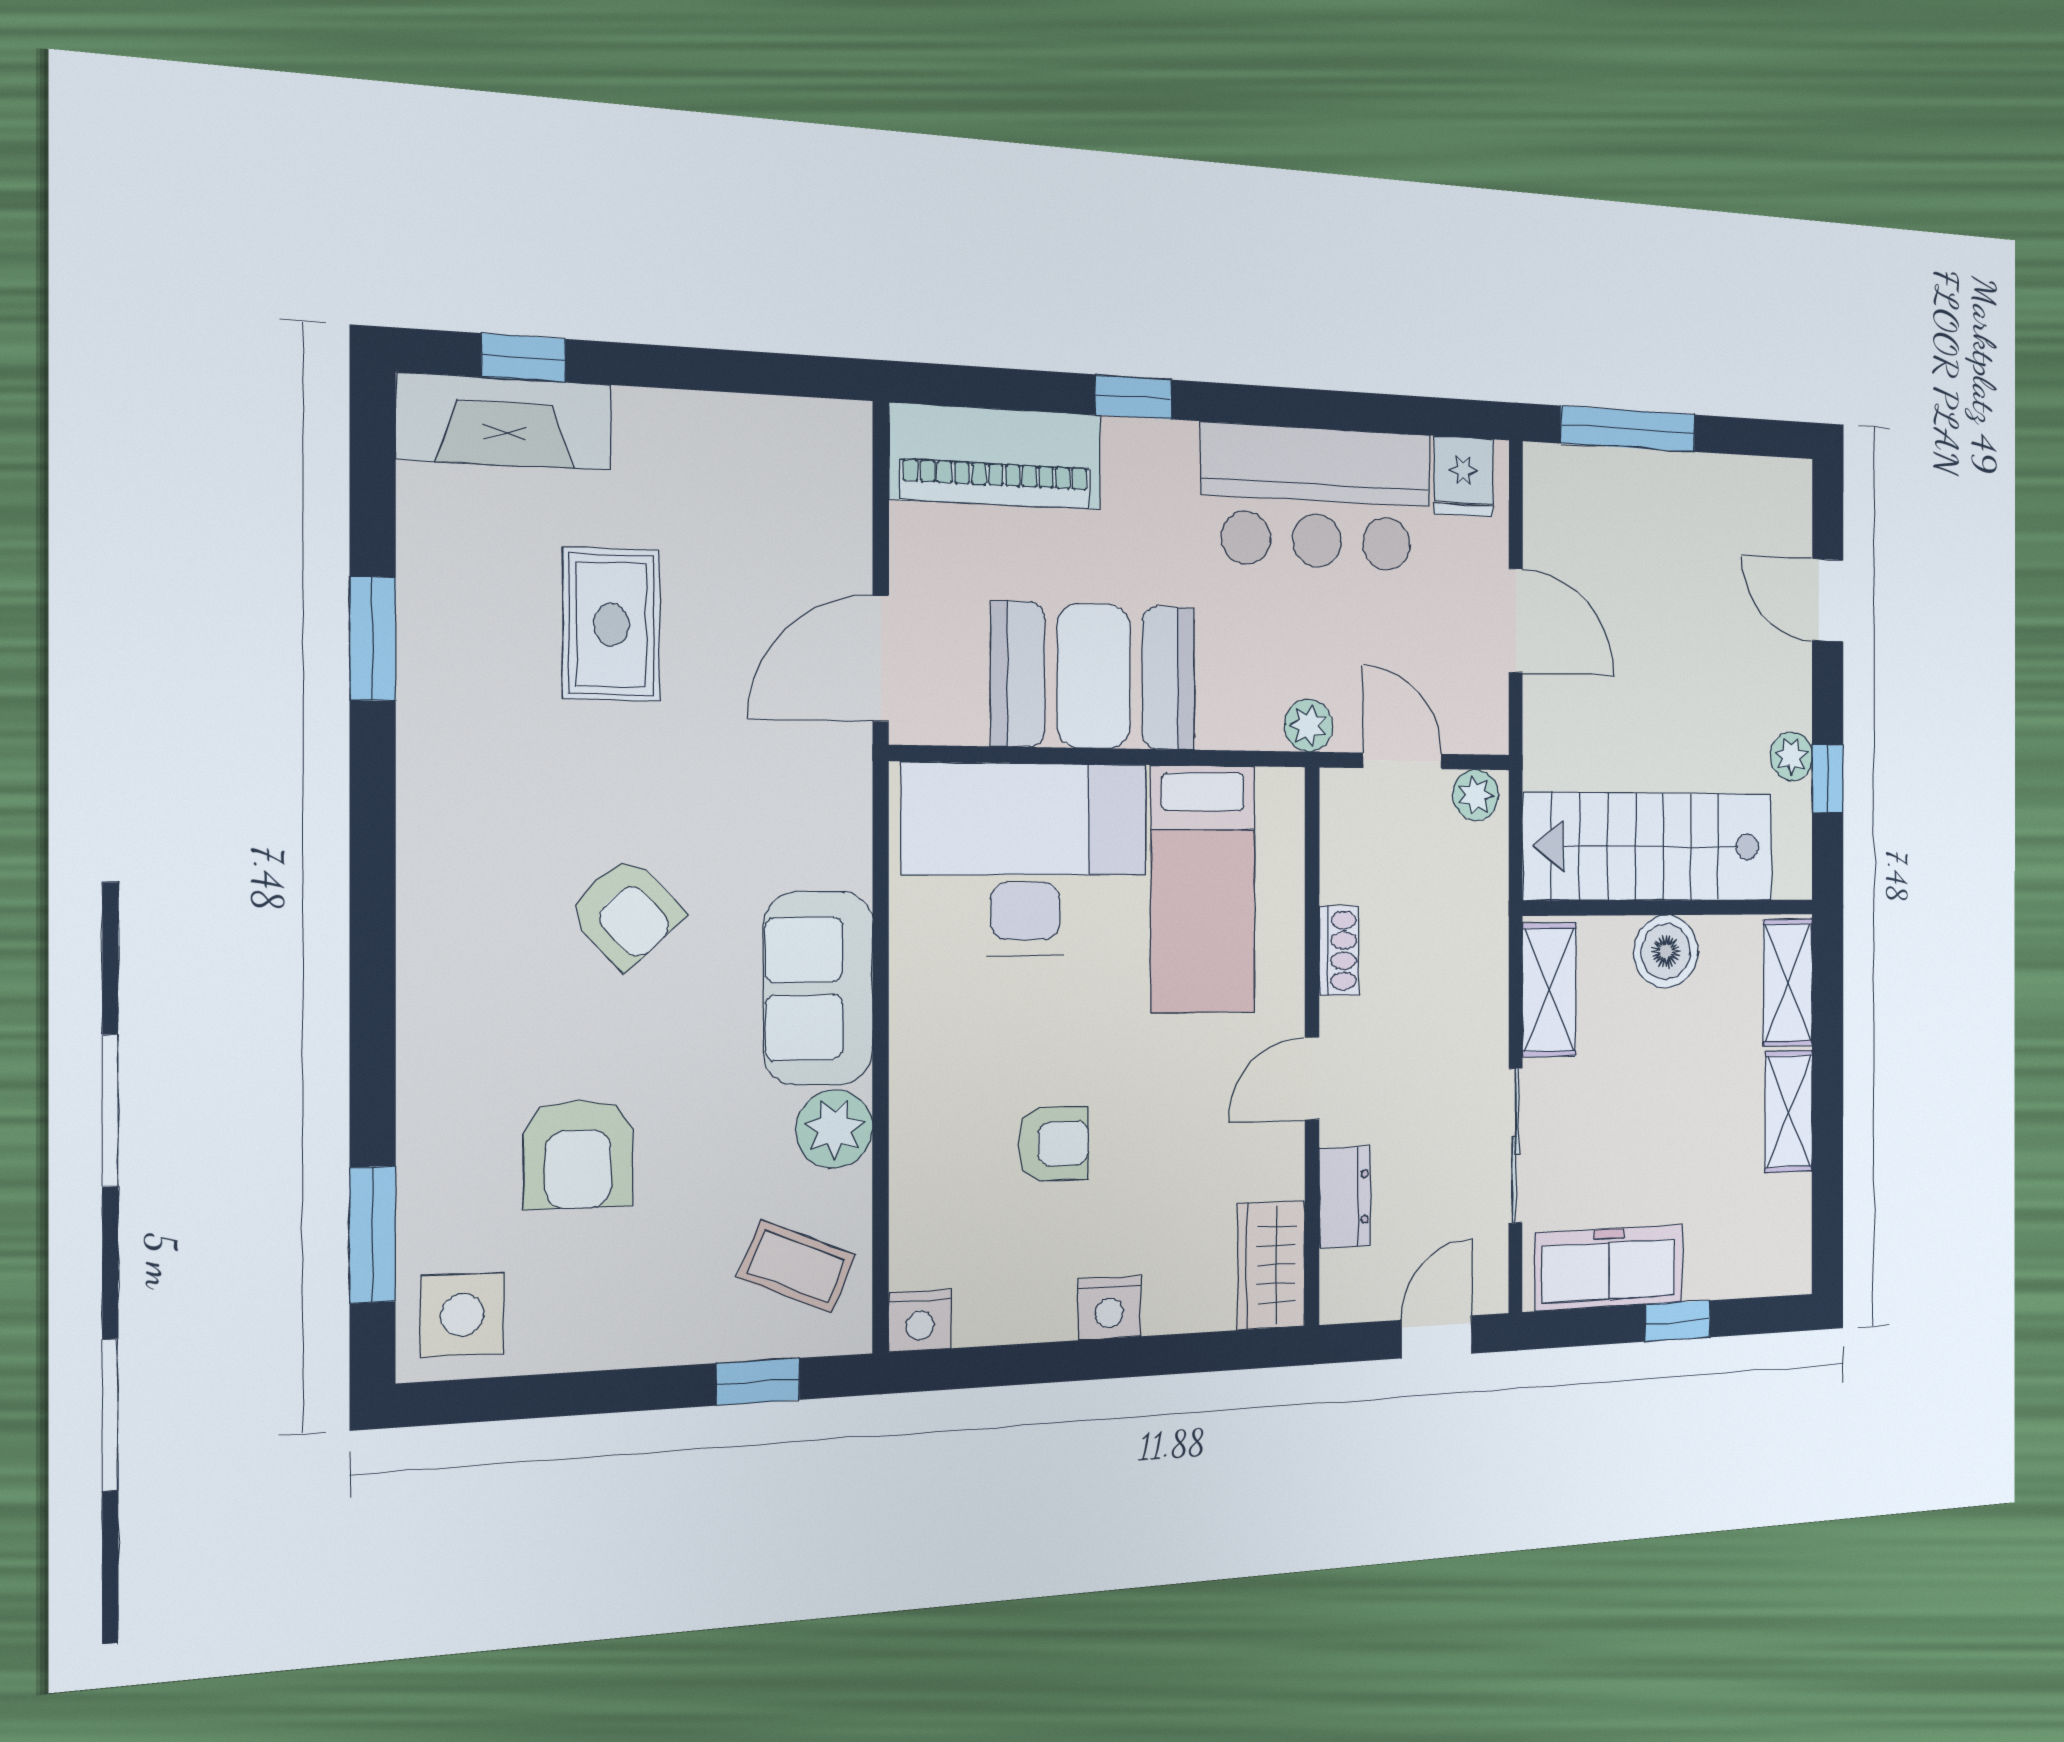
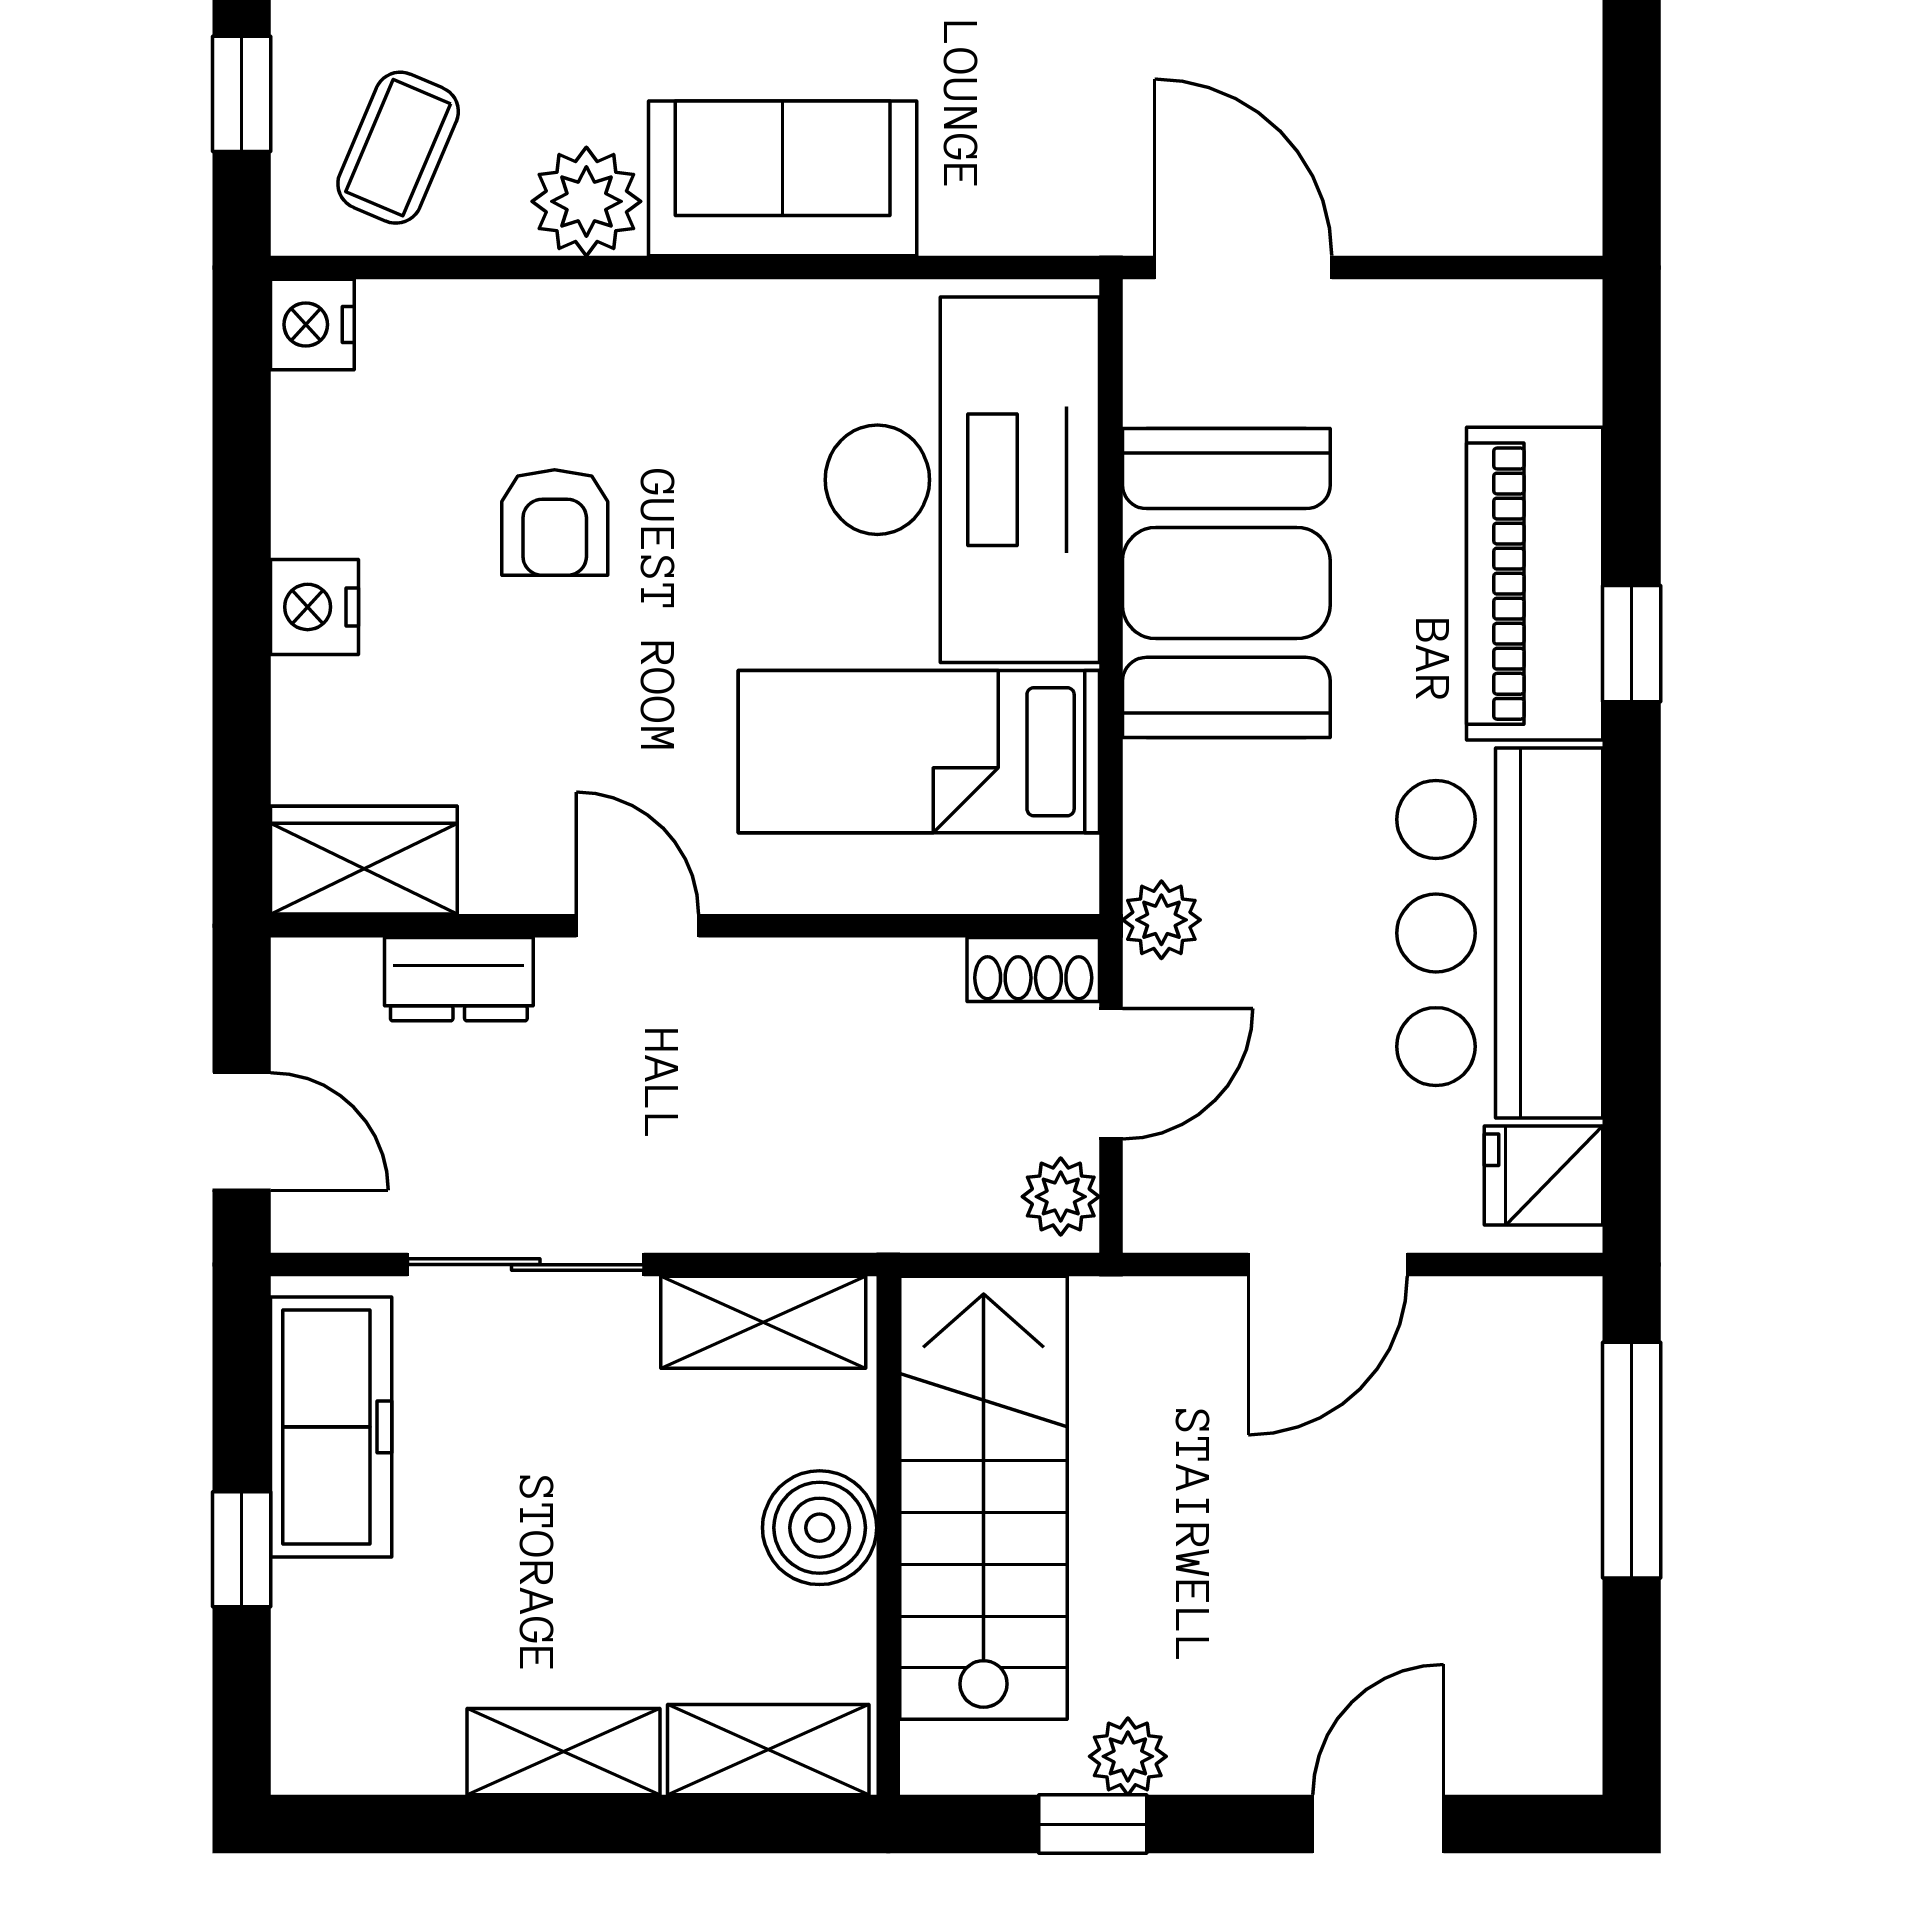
piano: (996, 456) -> (1535, 584), moved
shoe rack: (1339, 951) -> (1033, 969), moved

